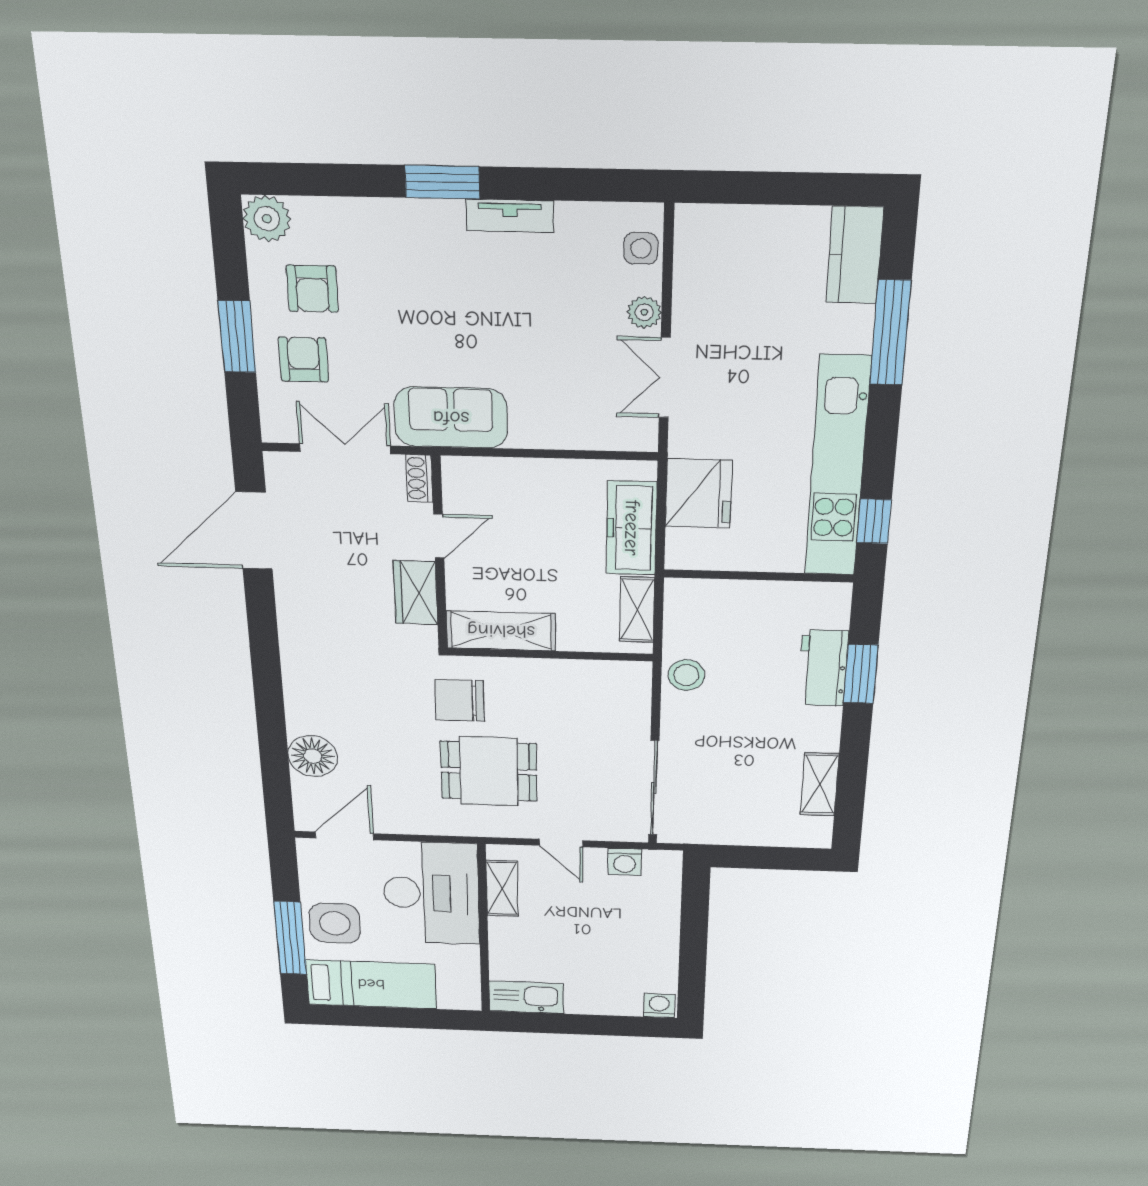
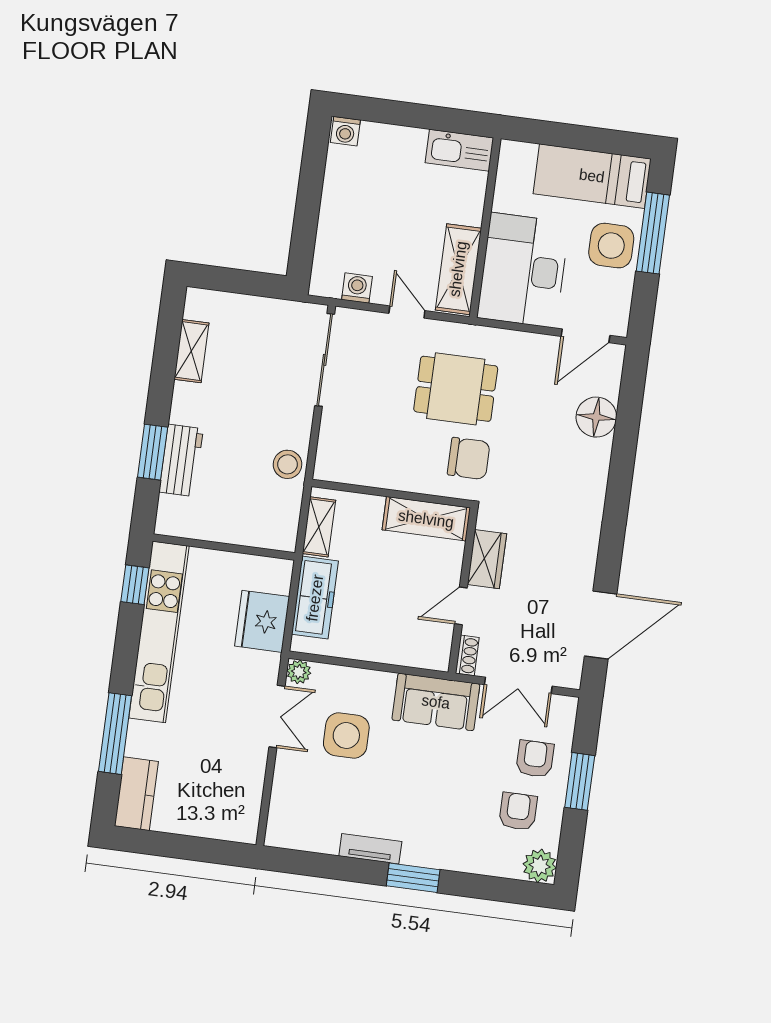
side table: (641, 248) -> (346, 736), moved, width x1.87, depth x1.87
plant: (644, 312) -> (299, 672), moved
armchair: (304, 359) -> (535, 759), turned 180
shelving: (502, 888) -> (458, 269), width x1.50, depth x1.33

